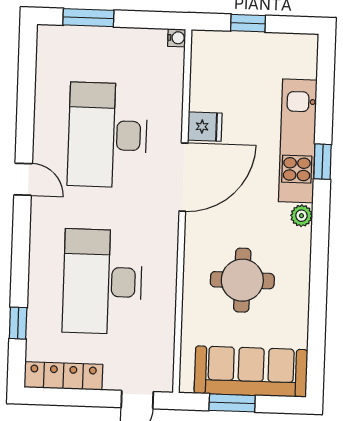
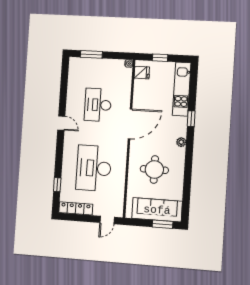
fridge: (205, 127) -> (142, 73), moved
desk: (107, 135) -> (98, 105), width x0.73, depth x0.77
kitchen unit: (298, 141) -> (182, 89), moved
window: (232, 403) -> (163, 224), moved

